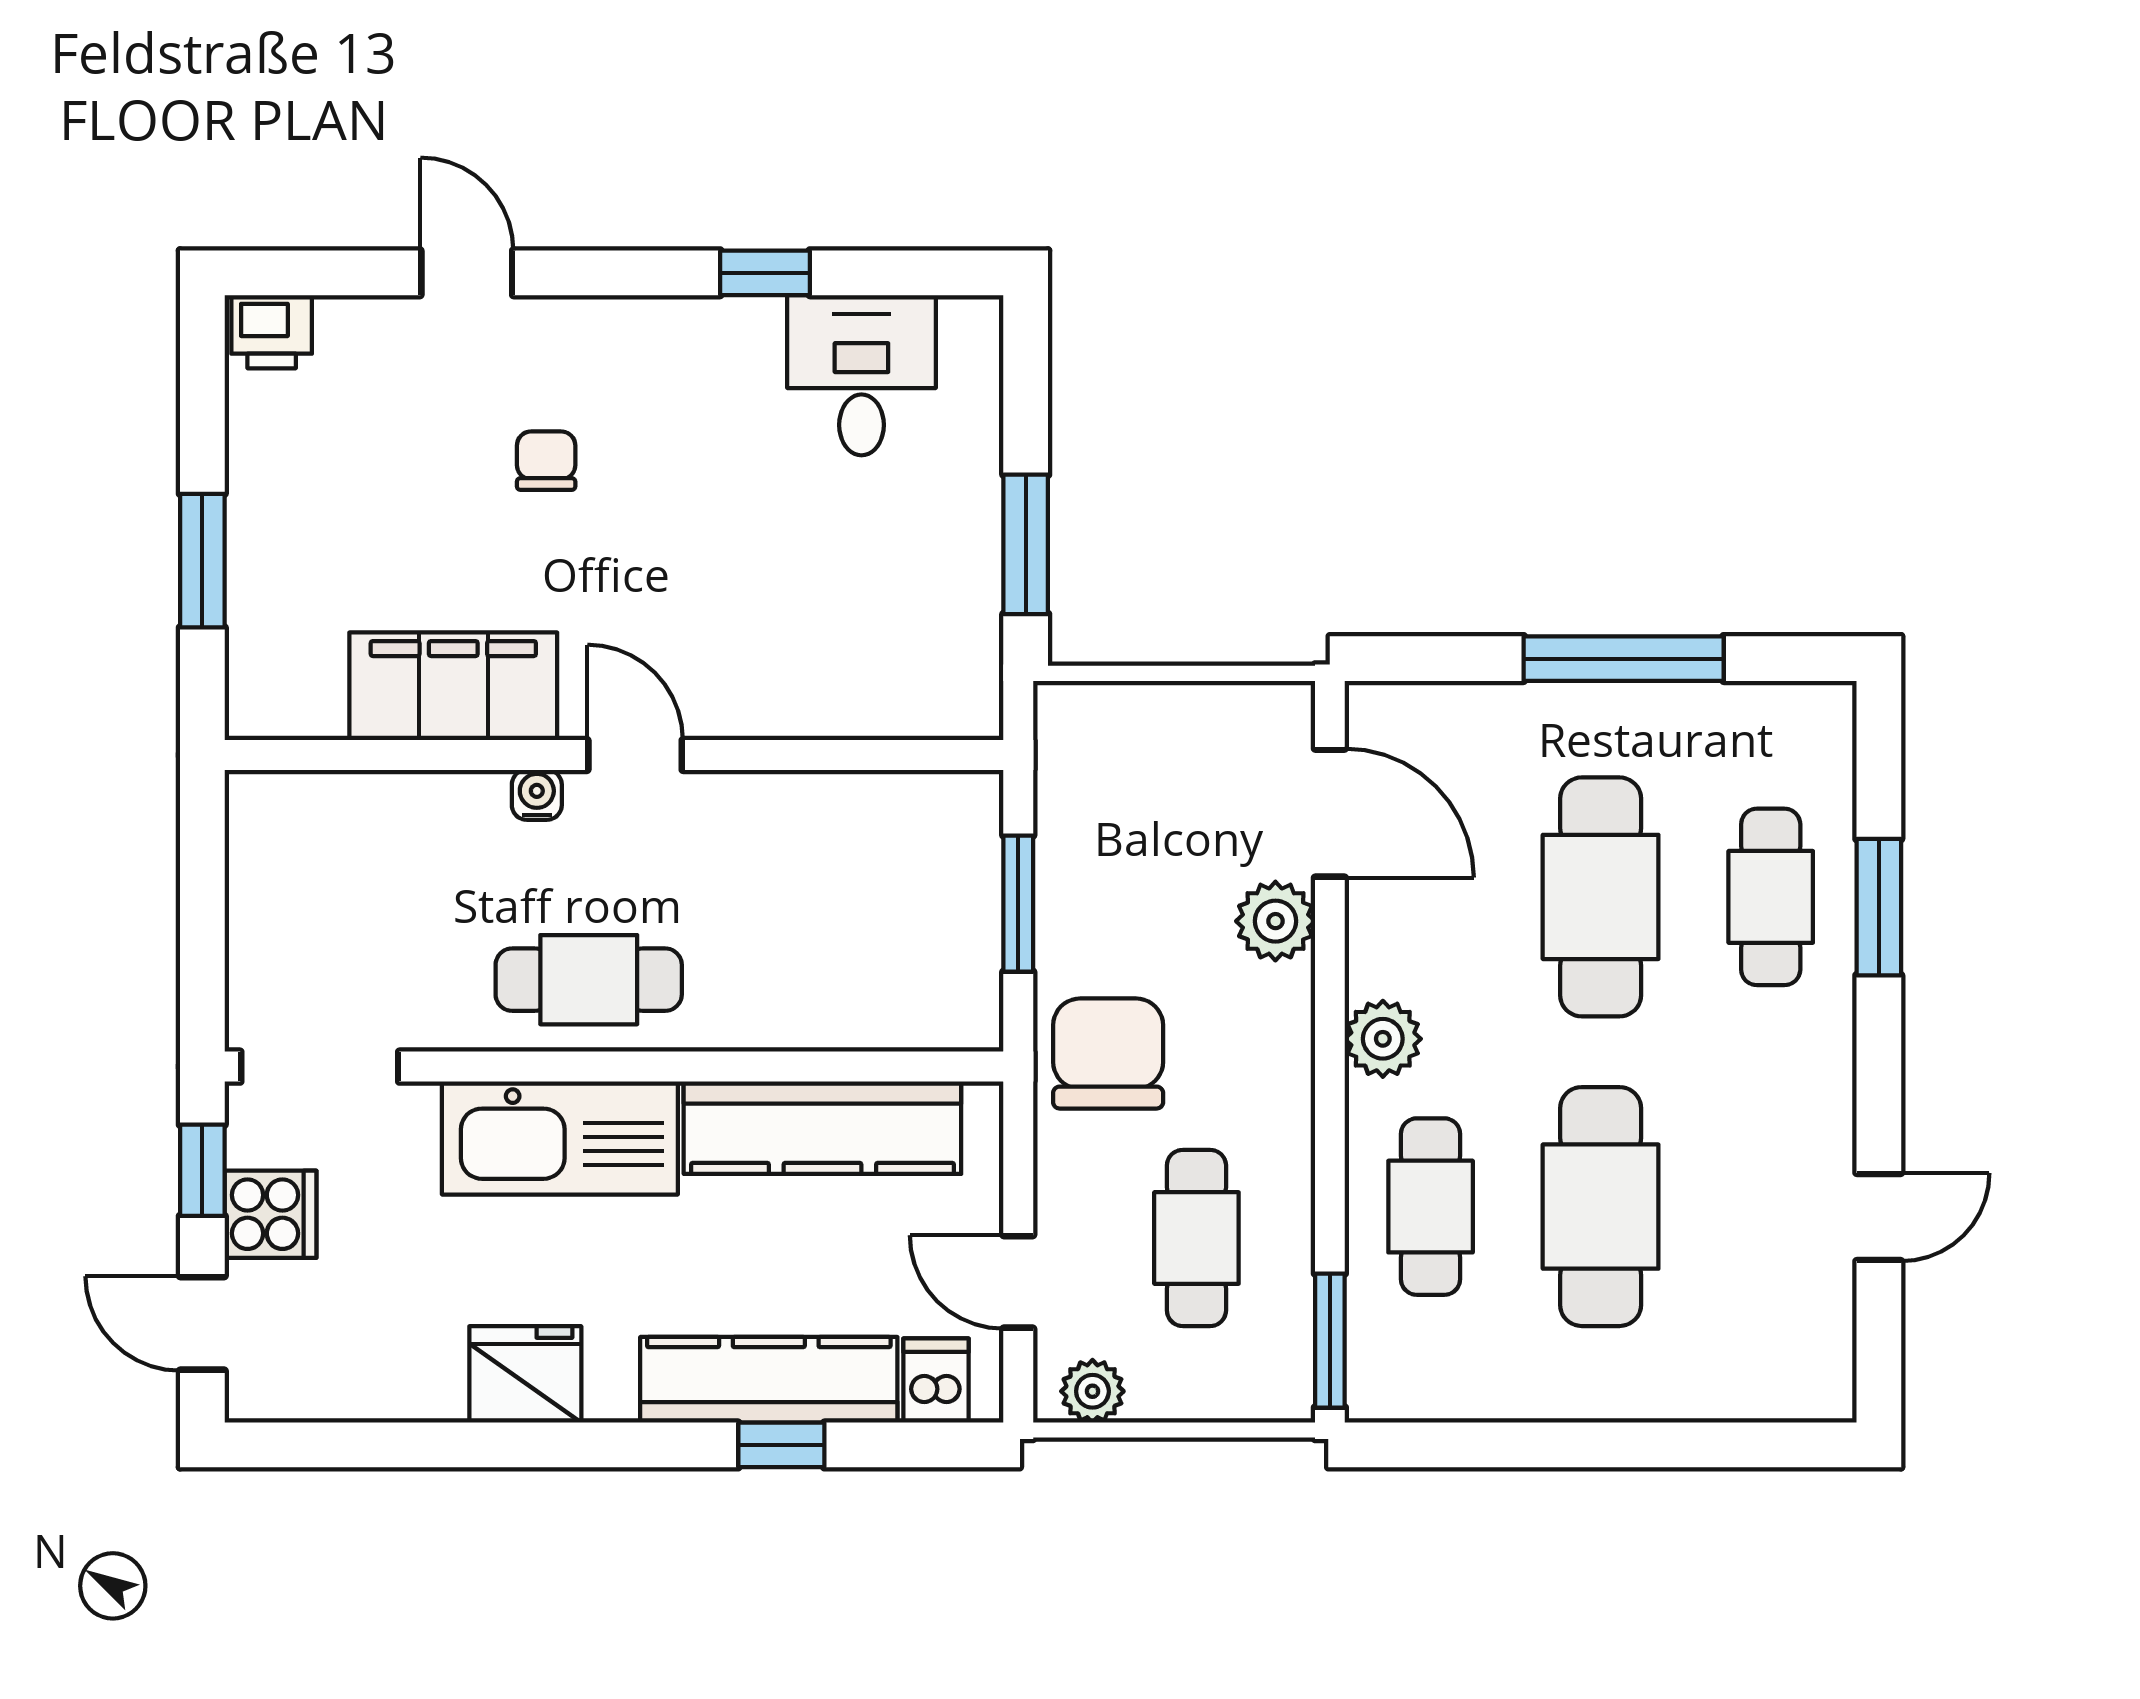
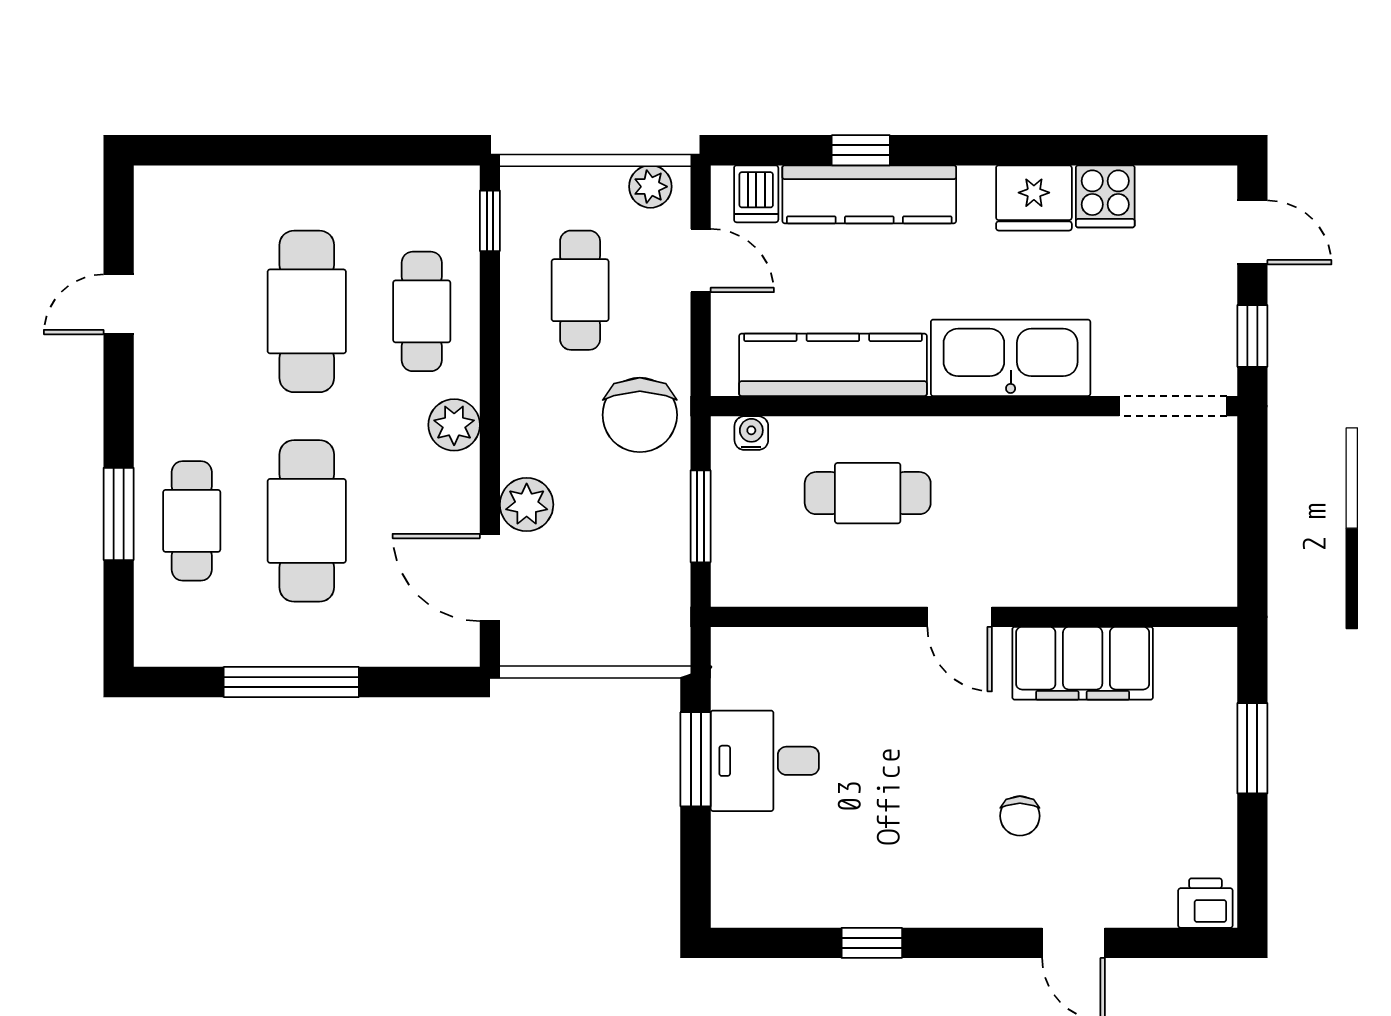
desk: (861, 375) -> (765, 761), moved, turned 90
water cooler: (537, 795) -> (751, 433), moved, turned 180
cafe table: (589, 980) -> (868, 493), moved
cooker: (270, 1214) -> (1105, 196), moved, turned -90
window: (1330, 1341) -> (490, 221), width x0.67

